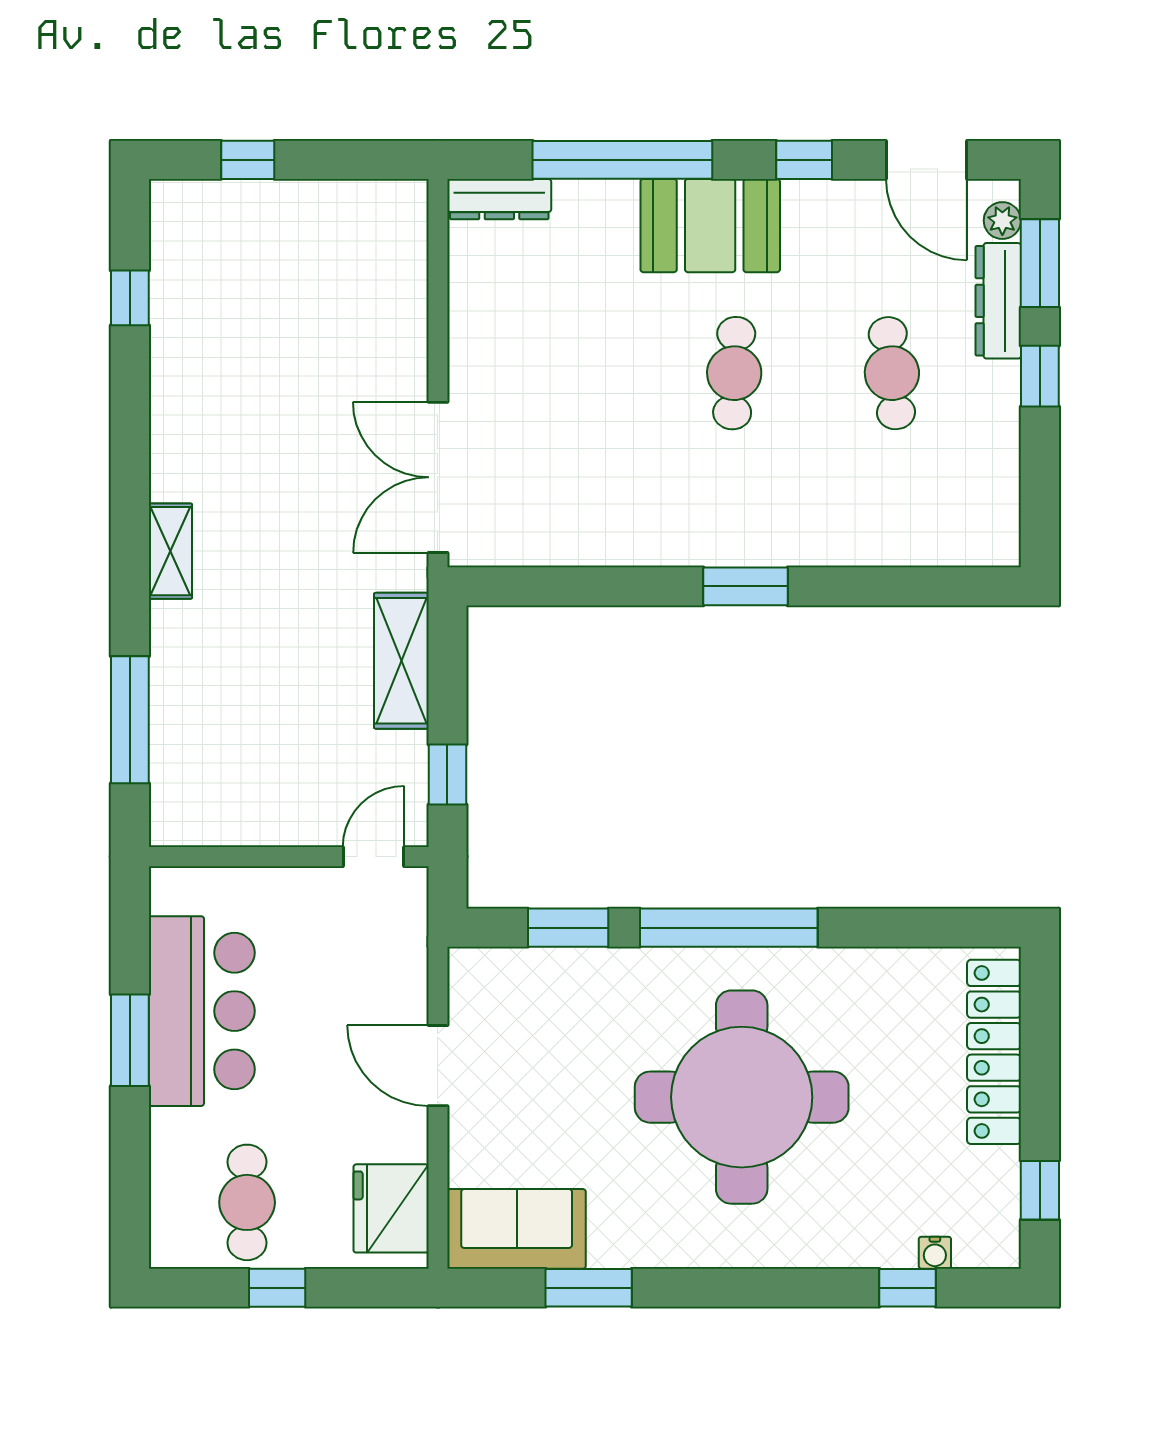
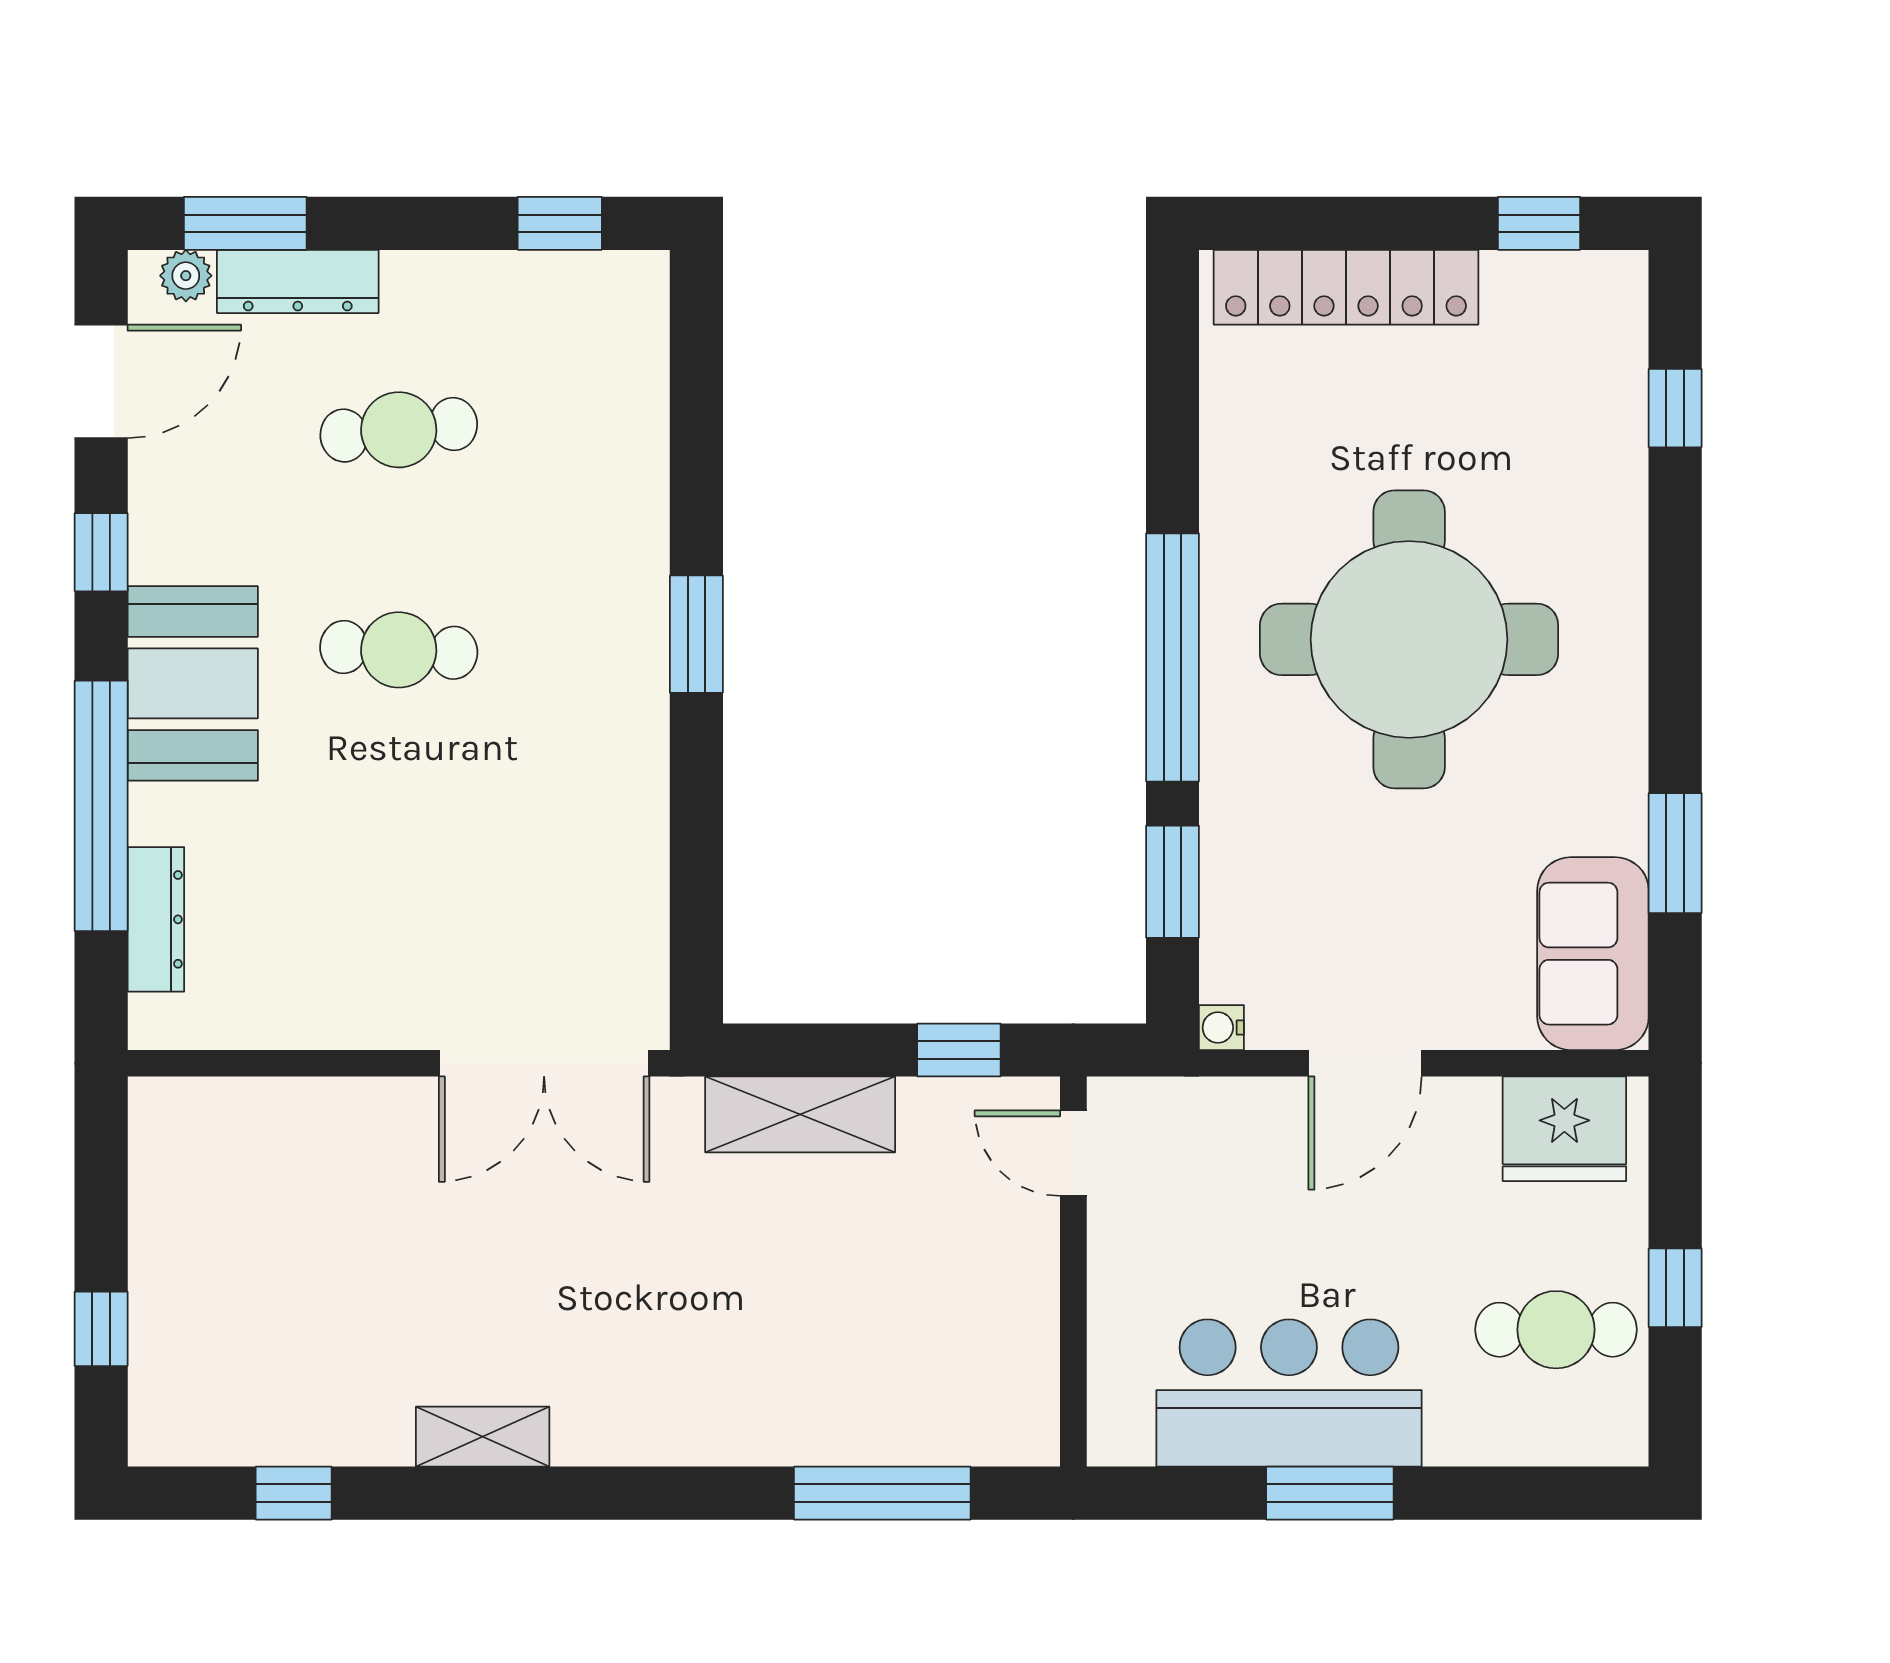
dresser: (499, 199) -> (156, 919), moved
window: (1040, 376) -> (560, 223), moved
shelving: (170, 551) -> (483, 1437), moved
water cooler: (935, 1253) -> (1221, 1028), moved, turned 180

